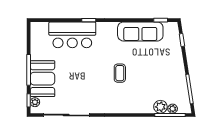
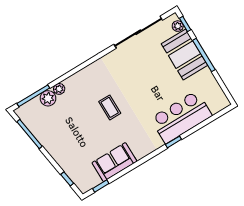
sofa: (140, 31) -> (114, 162), width x0.73
plant: (173, 109) -> (59, 89), moved

